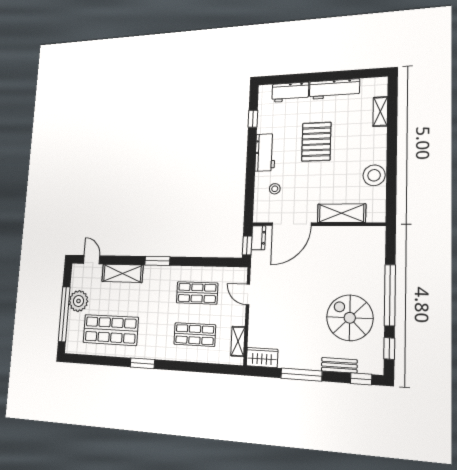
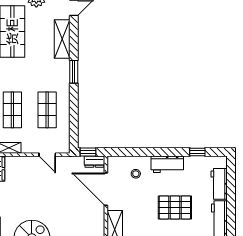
door: (248, 294) -> (47, 155), swing flipped

